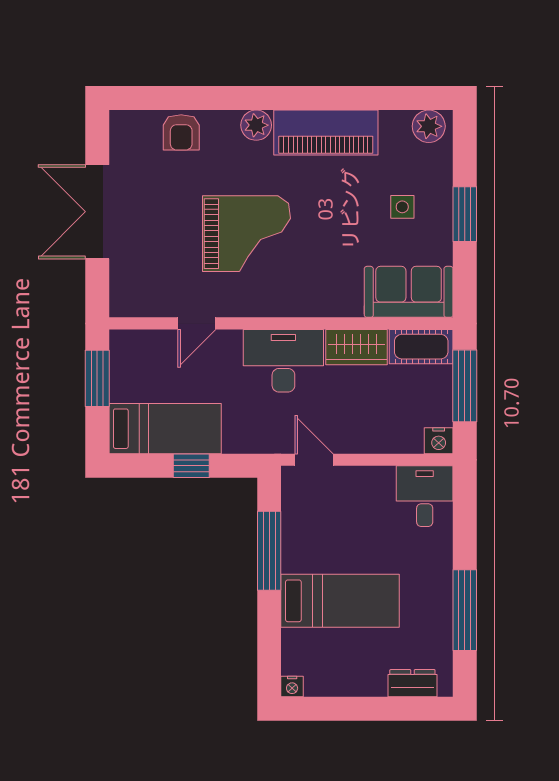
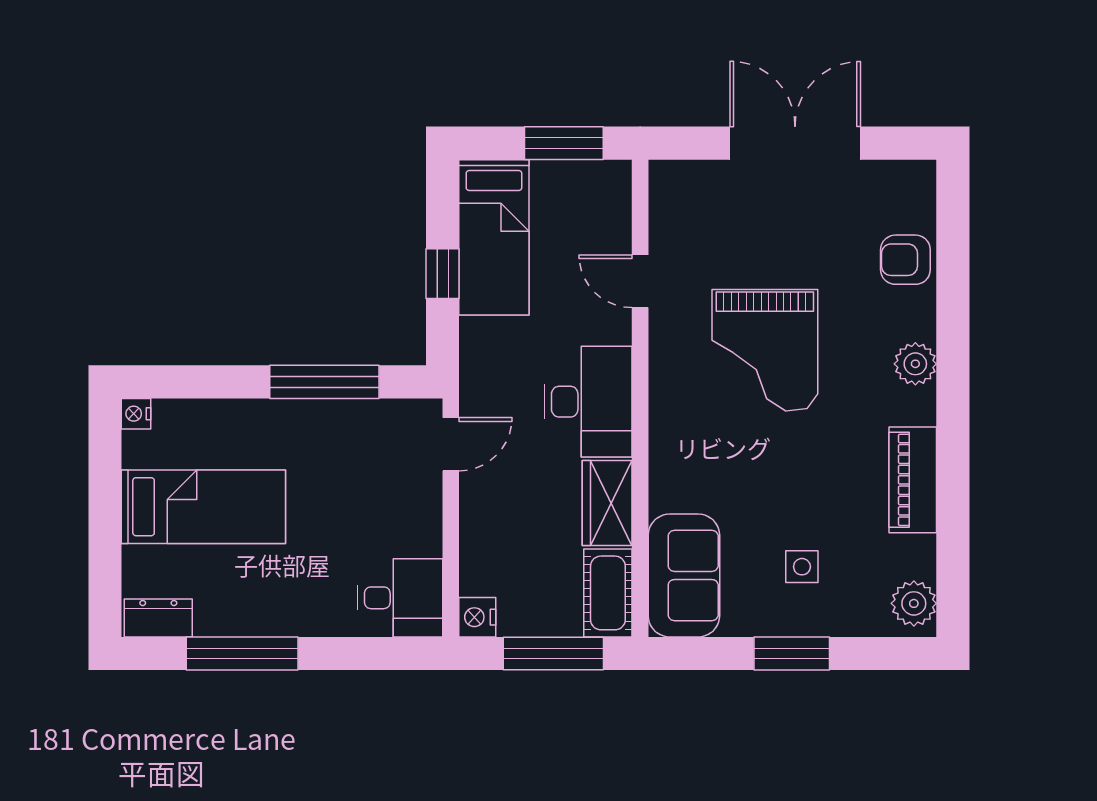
piano: (326, 133) -> (913, 480), width x0.73, depth x0.75
bed: (340, 601) -> (203, 507), moved, turned -90
dresser: (412, 683) -> (158, 618), moved, turned -90

